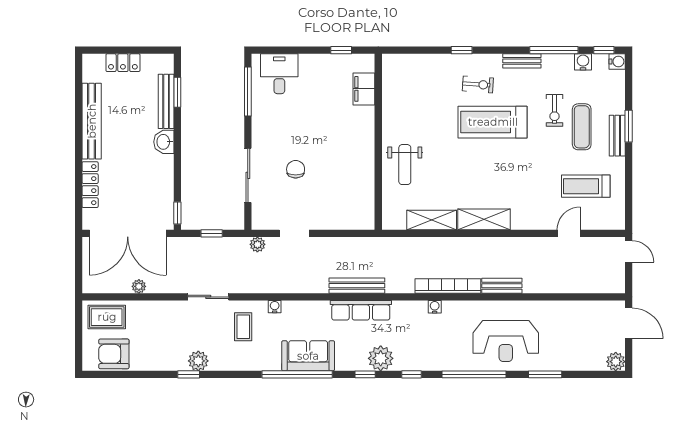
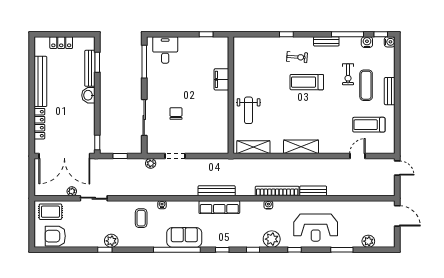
filing cabinet: (364, 89) -> (221, 79), moved
treadmill: (493, 122) -> (307, 82), width x0.73, depth x0.73
window: (629, 126) -> (397, 85), removed
shelving: (432, 220) -> (253, 147), moved
sliding door: (208, 297) -> (94, 198), moved
plant: (381, 358) -> (272, 239), moved
plant: (616, 362) -> (368, 241), moved
window: (474, 374) -> (295, 250), width x0.32

